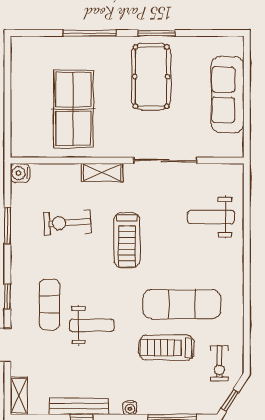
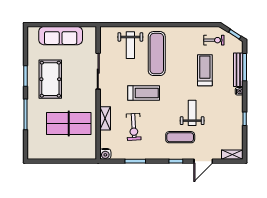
pool table: (151, 77) -> (50, 79), turned 90
shelving: (102, 173) -> (105, 118), moved
exercise mat: (182, 304) -> (157, 54), moved
treadmill: (167, 348) -> (205, 70), turned 180
bench: (79, 406) -> (238, 70), moved

